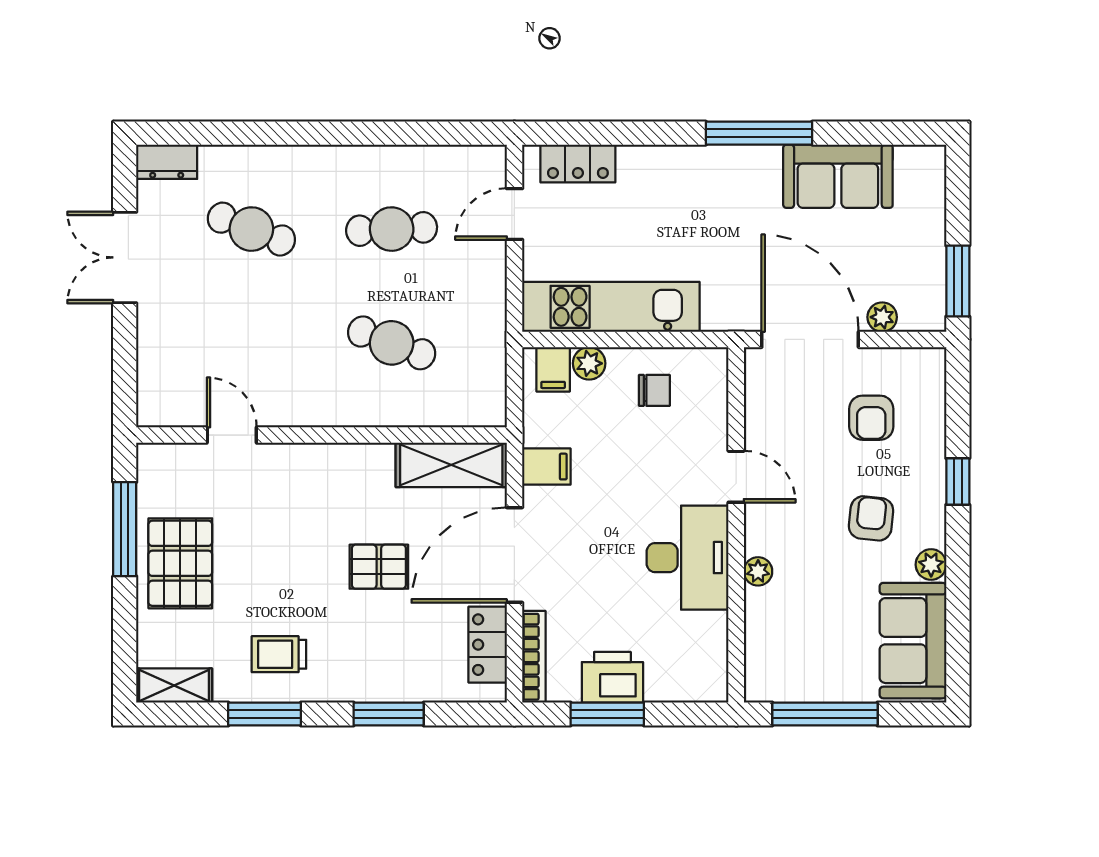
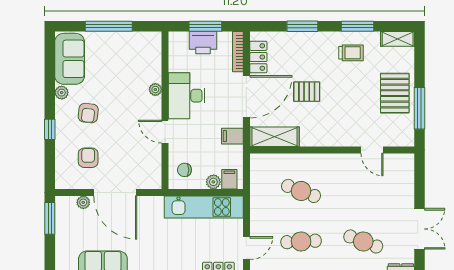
door: (736, 477) -> (165, 132), moved
wall: (736, 525) -> (165, 110), moved
desk: (688, 558) -> (187, 96), moved
plant: (758, 571) -> (155, 90), moved

